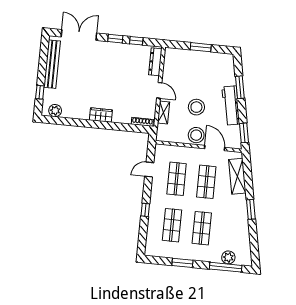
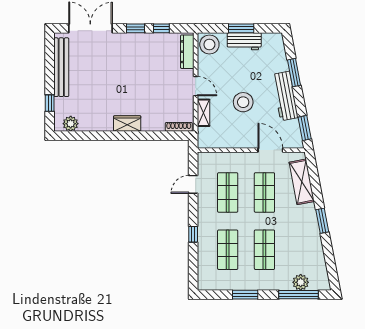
workbench: (202, 58) -> (244, 41), added
stool: (196, 135) -> (209, 44), moved

